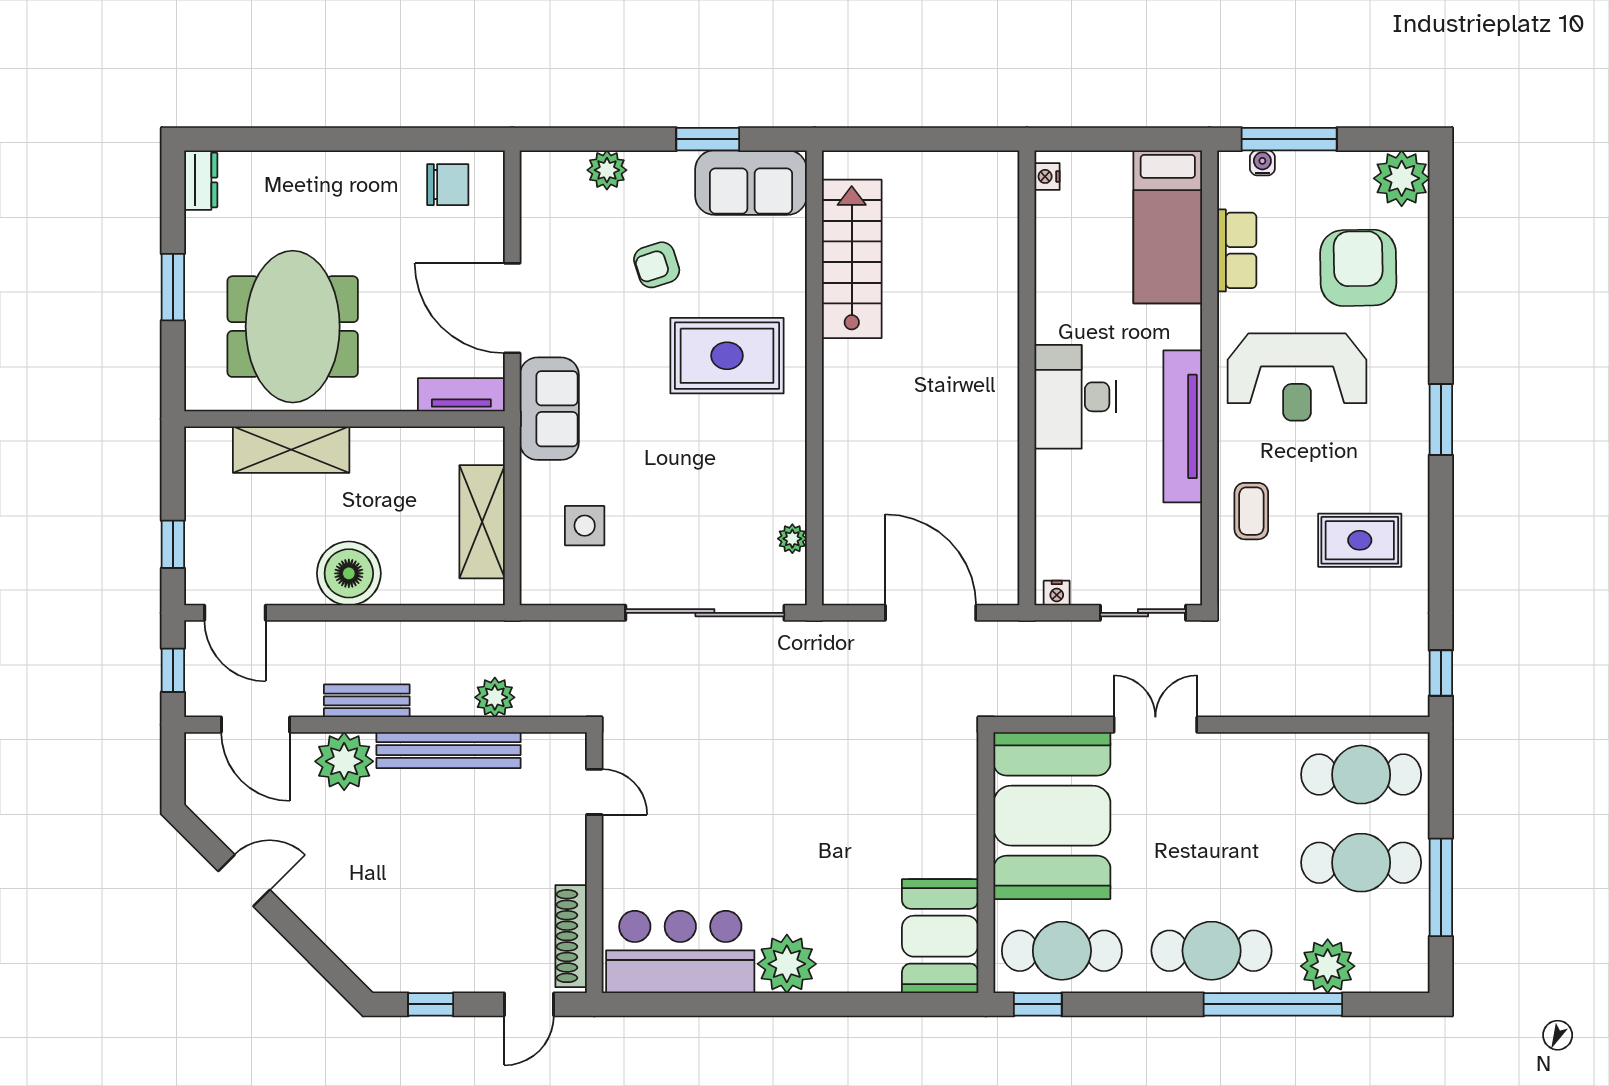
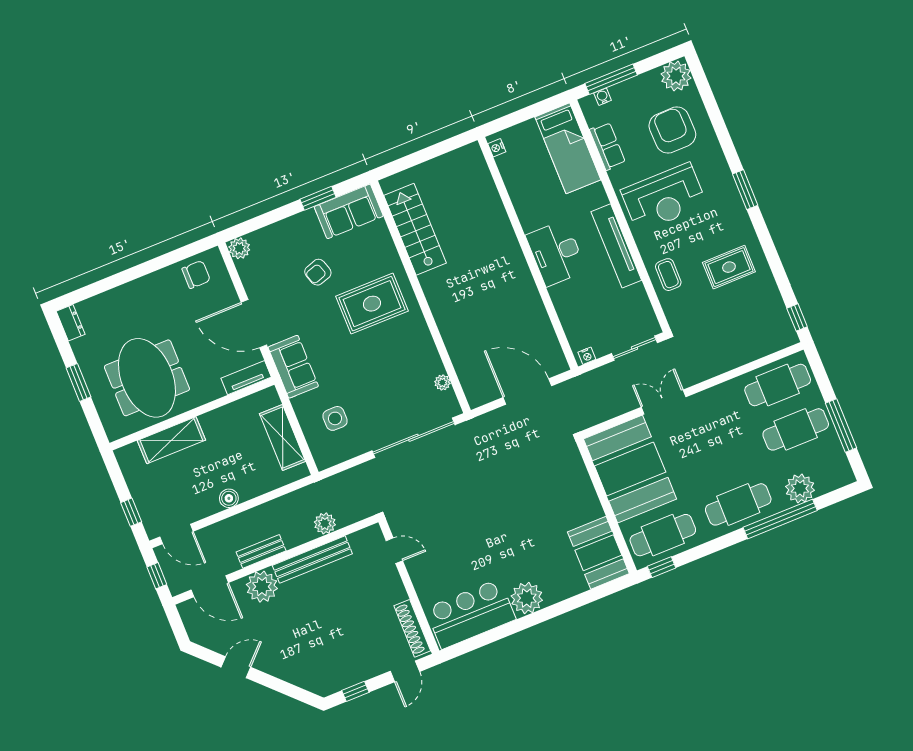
plant: (607, 170) -> (239, 248), moved
boiler: (349, 573) -> (229, 498), width x0.54, depth x0.54

